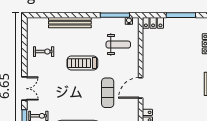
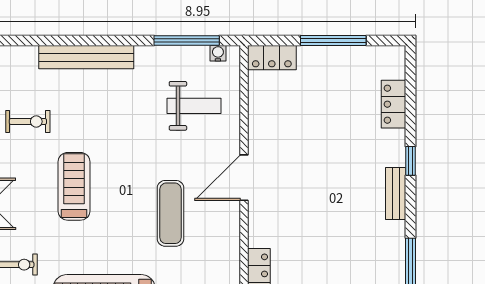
treadmill: (82, 63) -> (74, 186), moved, turned 90
door: (141, 88) -> (244, 178), moved

